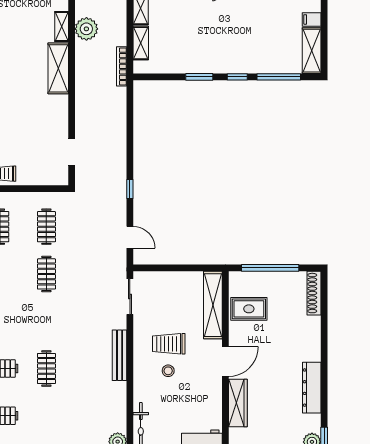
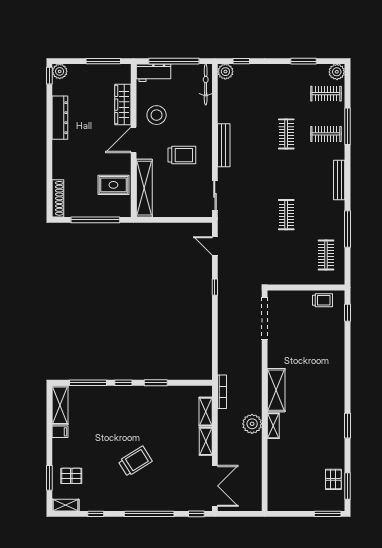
doorway: (72, 152) -> (265, 319), width x1.87
clothes rail: (46, 227) -> (286, 255), removed
stool: (168, 371) -> (157, 115), moved, width x1.89, depth x1.89

